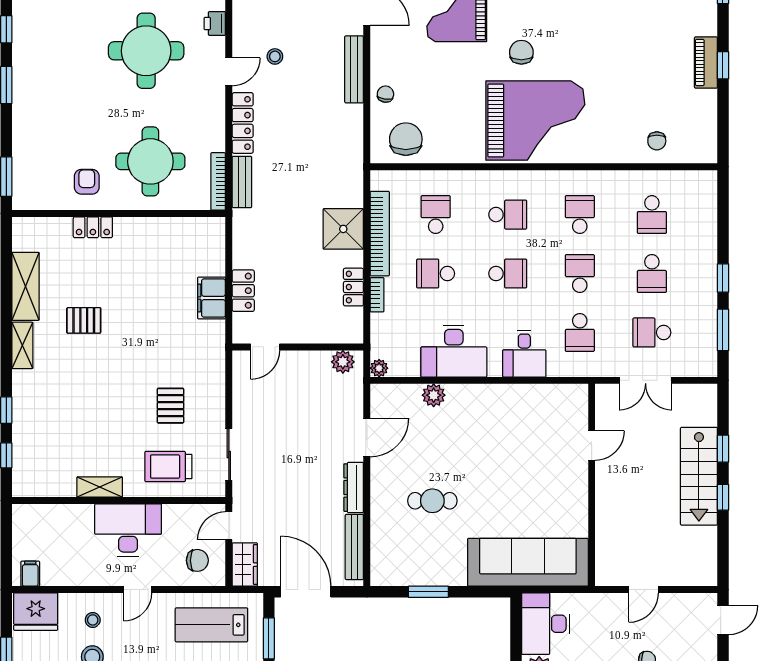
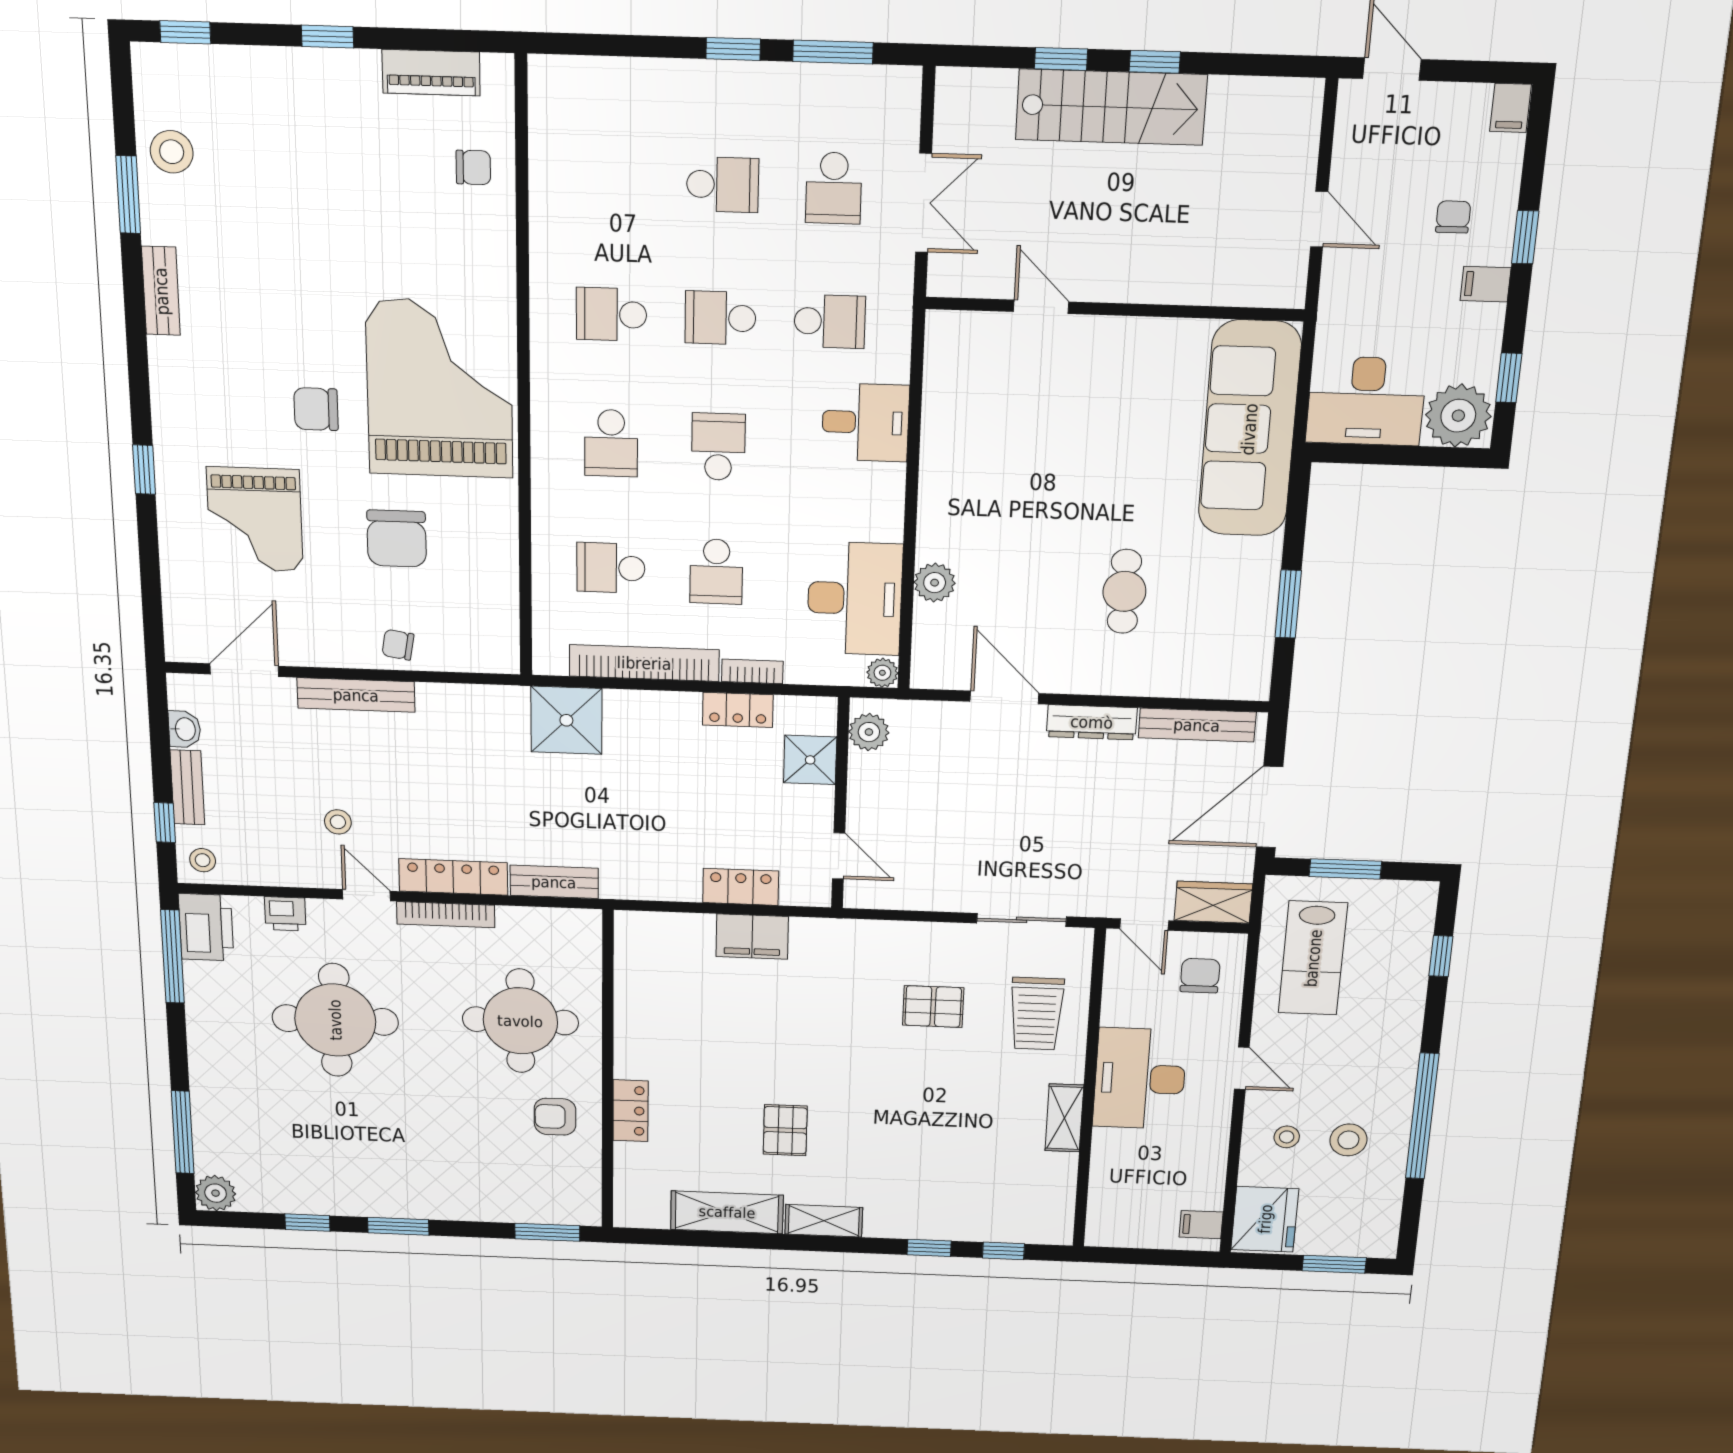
piano: (706, 62) -> (431, 73), moved
chair: (406, 139) -> (397, 539), moved, turned -90
bookcase: (218, 181) -> (446, 915), moved
school desk: (508, 215) -> (611, 443), turned 180
school desk: (652, 215) -> (612, 181), removed
shower: (343, 229) -> (566, 720), moved
shower: (324, 329) -> (810, 760), added
desk: (454, 351) -> (855, 599), moved

